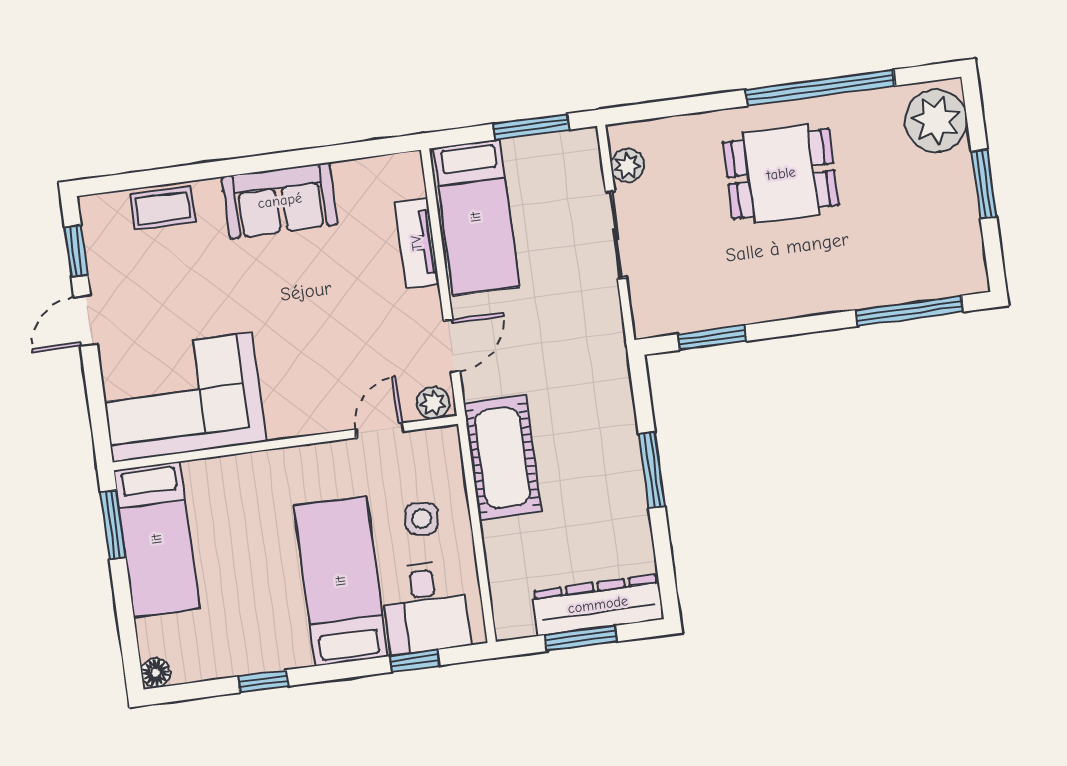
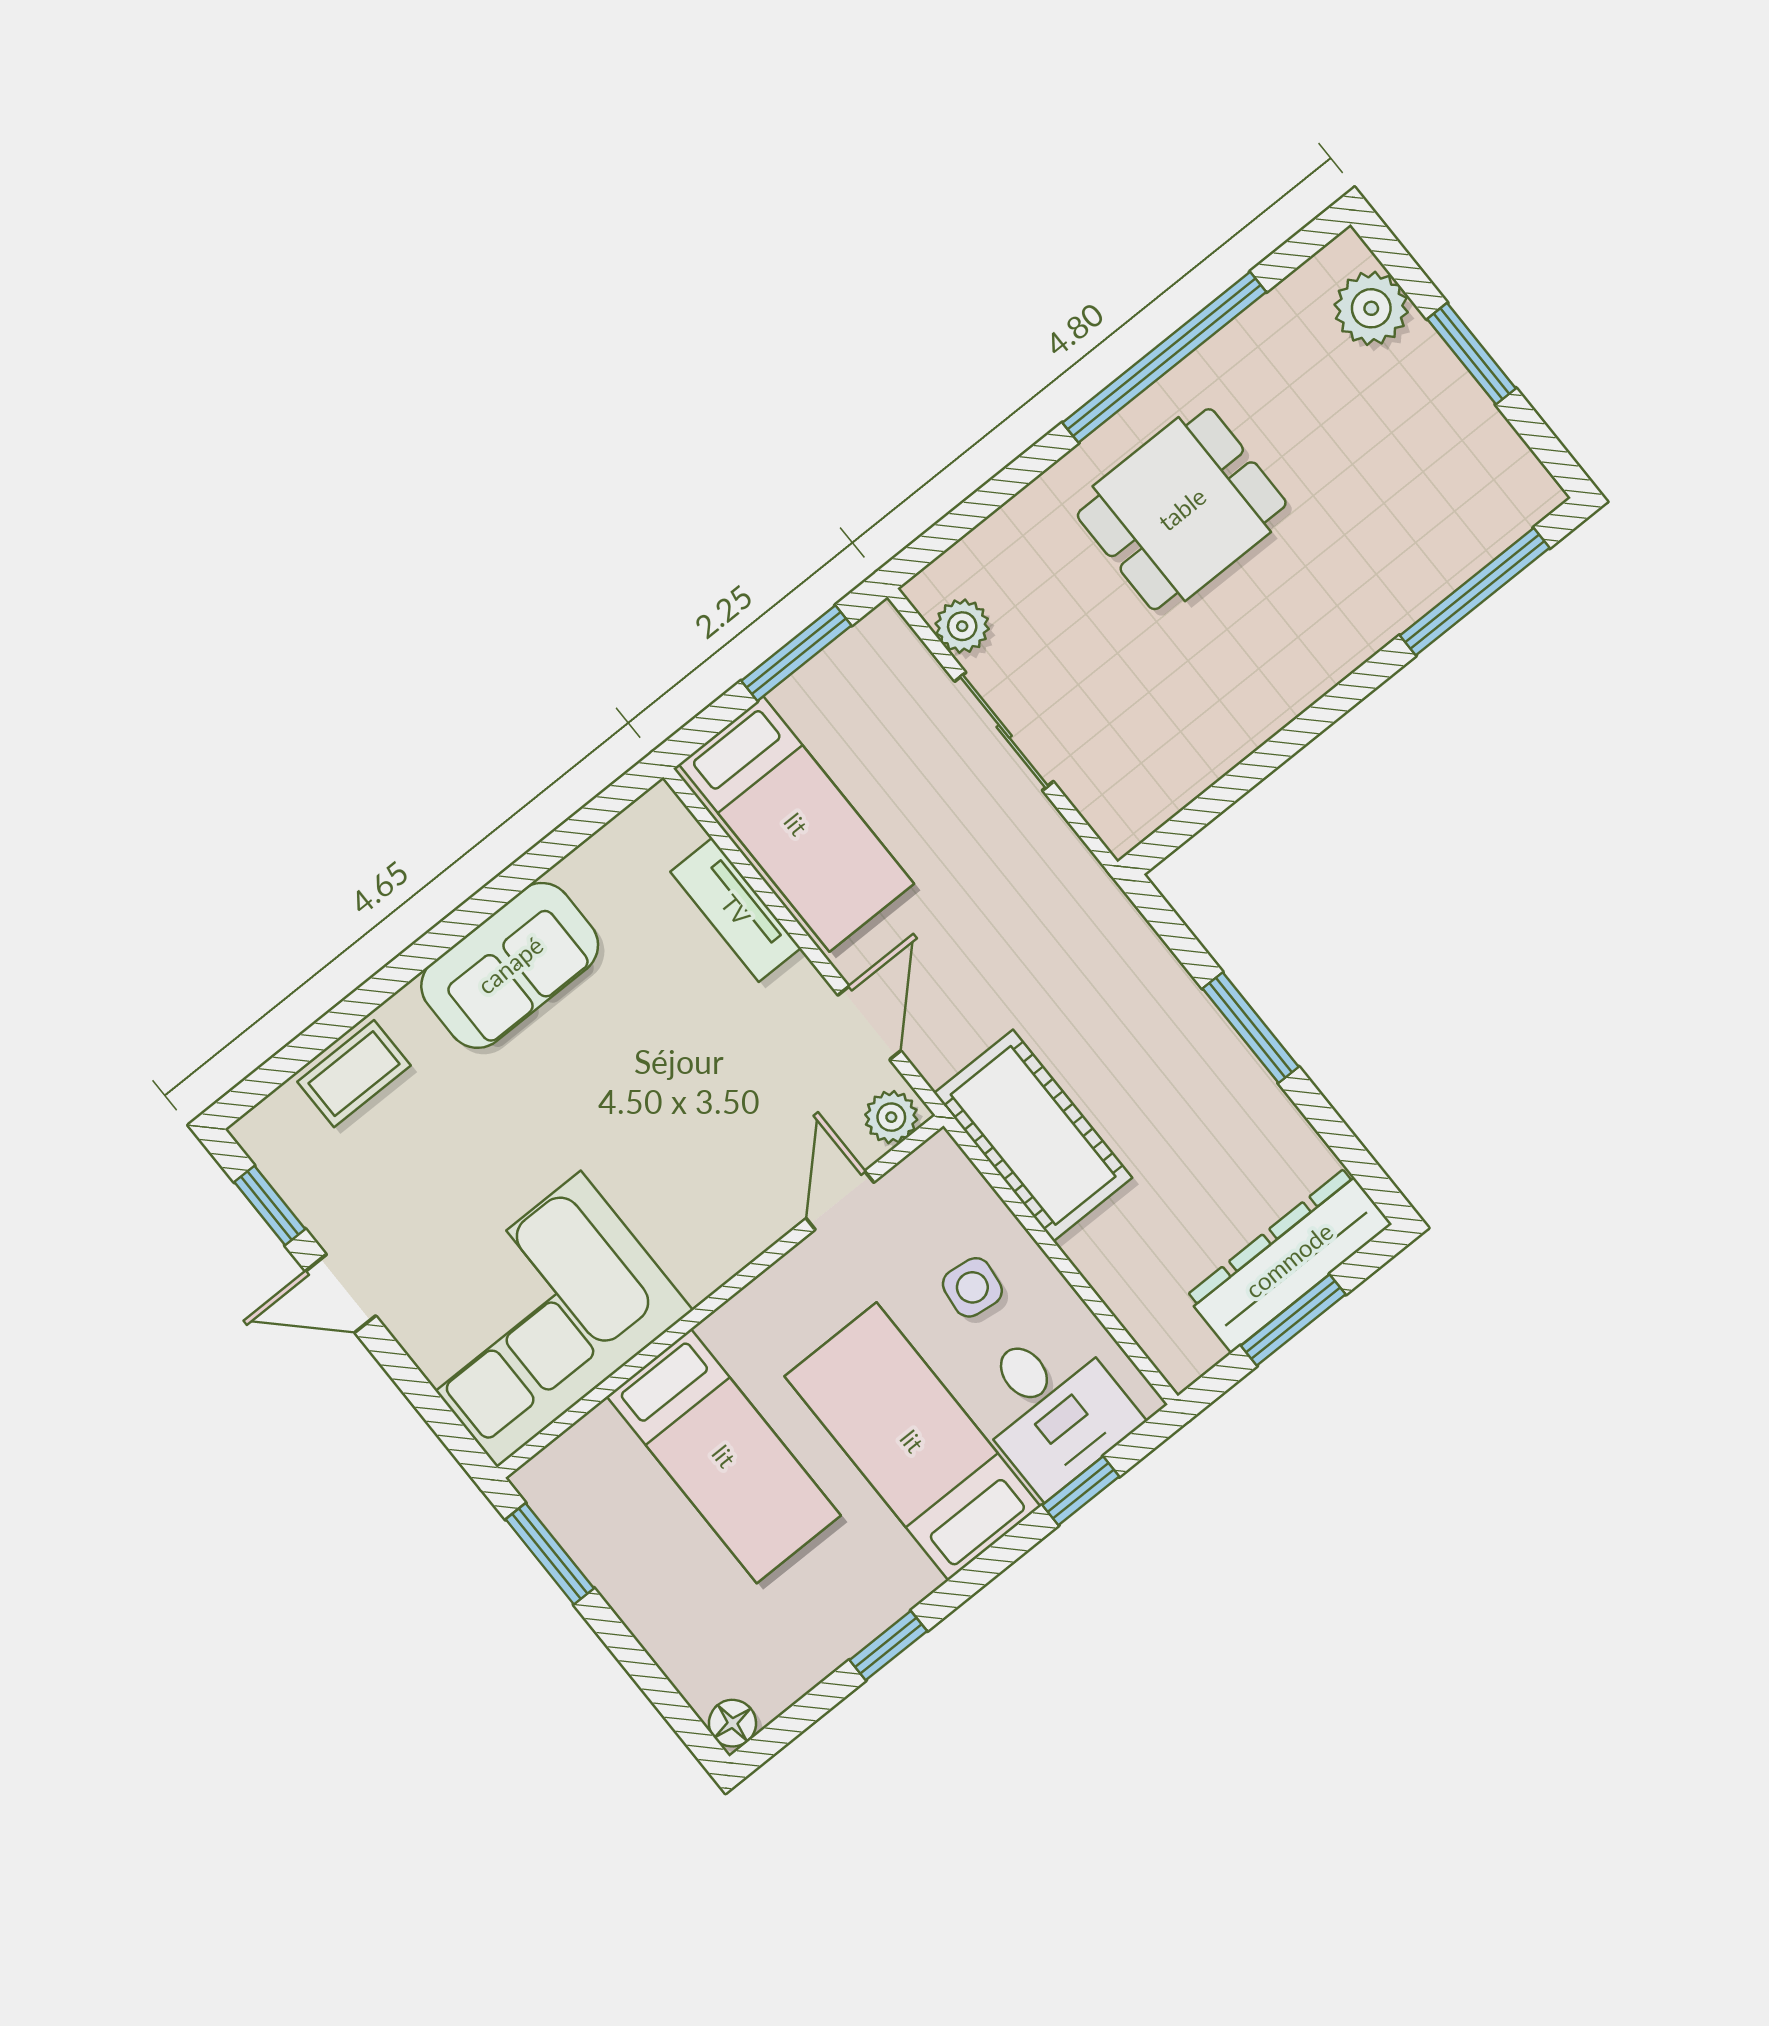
plant: (936, 121) -> (1371, 308), width x0.73, depth x0.73
door: (85, 320) -> (341, 1294), hinge flipped
window: (712, 338) -> (1223, 794), removed
bed: (157, 539) -> (724, 1456), moved

